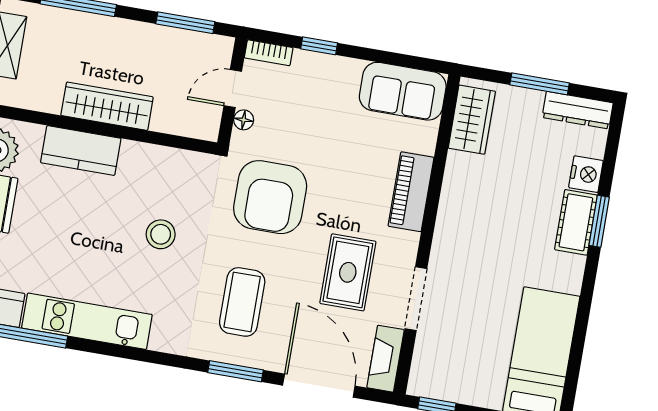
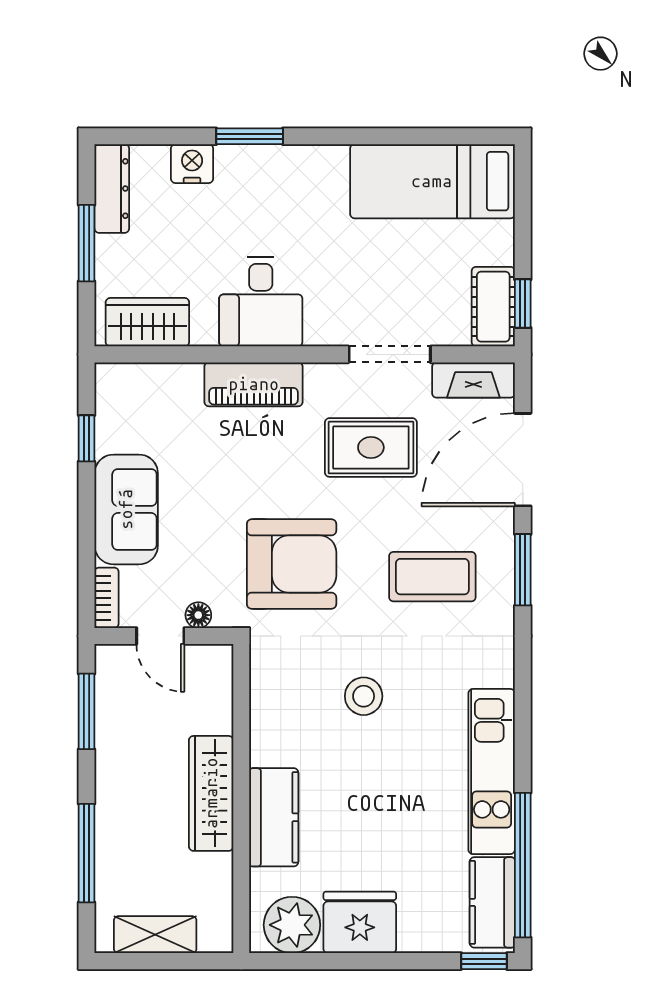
window: (319, 46) -> (87, 438), moved
sofa: (403, 91) -> (126, 509), moved
desk: (473, 208) -> (261, 302), added
cot: (576, 222) -> (493, 307), moved, turned 90

